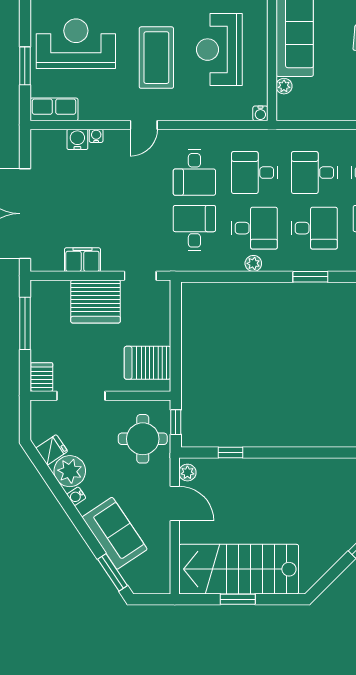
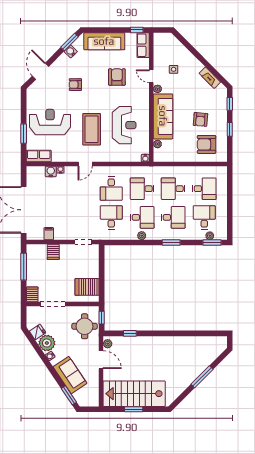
reception desk: (219, 50) -> (124, 125), turned 180
filing cabinet: (82, 260) -> (49, 234), width x0.50
server rack: (96, 302) -> (53, 252), width x0.46, depth x0.70

